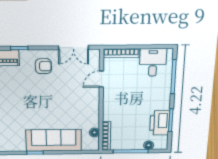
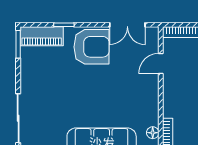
armchair: (43, 66) -> (92, 47), width x1.88, depth x1.88

